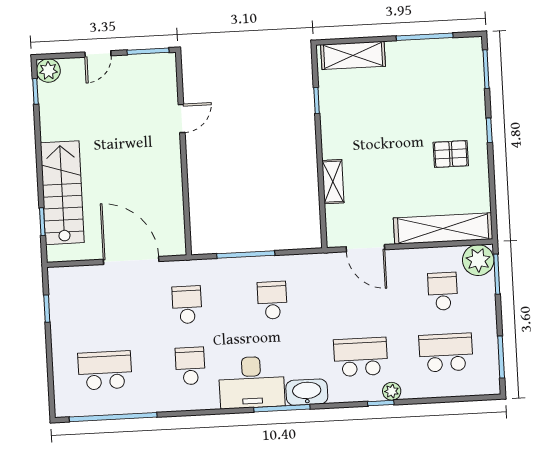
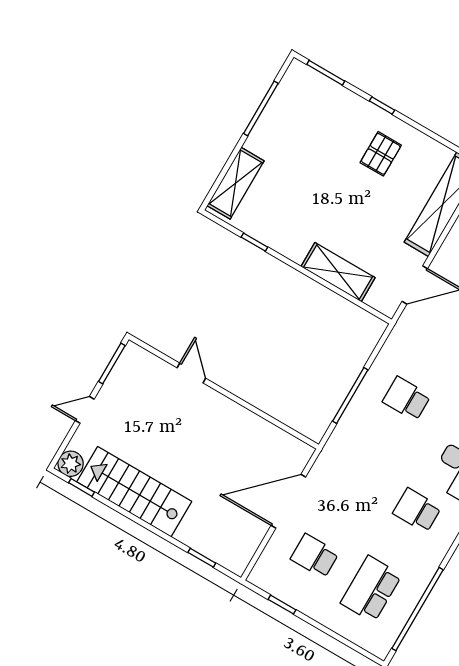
door: (98, 54) -> (85, 410), swing flipped
shelving: (333, 182) -> (338, 272), width x1.50, depth x1.33
stairs: (62, 193) -> (134, 492), moved
school desk: (187, 305) -> (315, 556), moved

